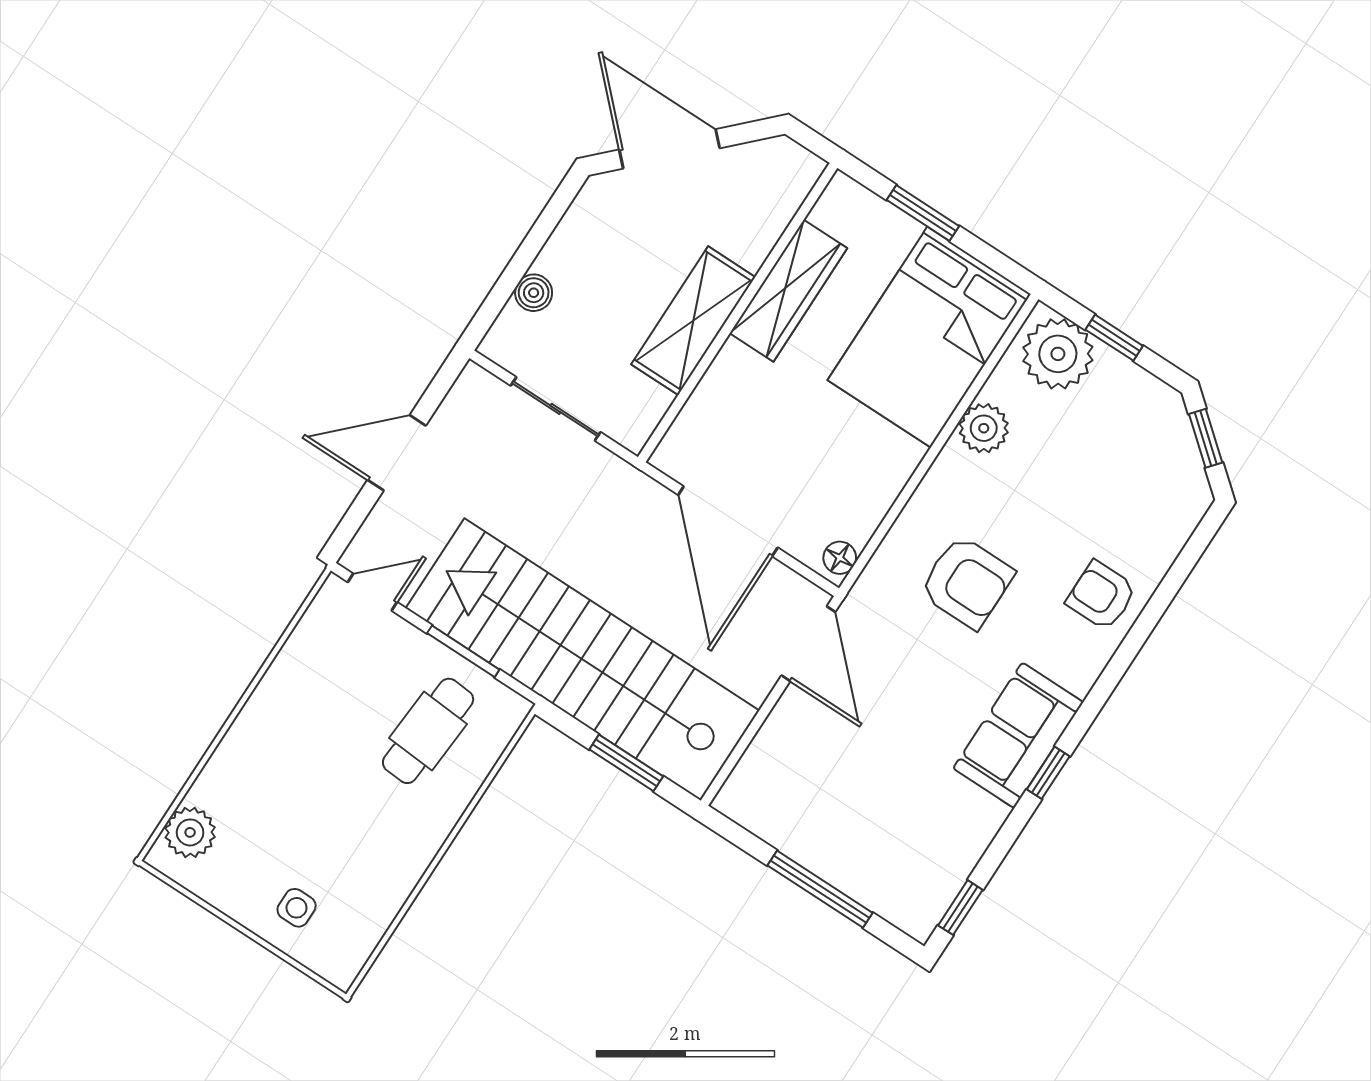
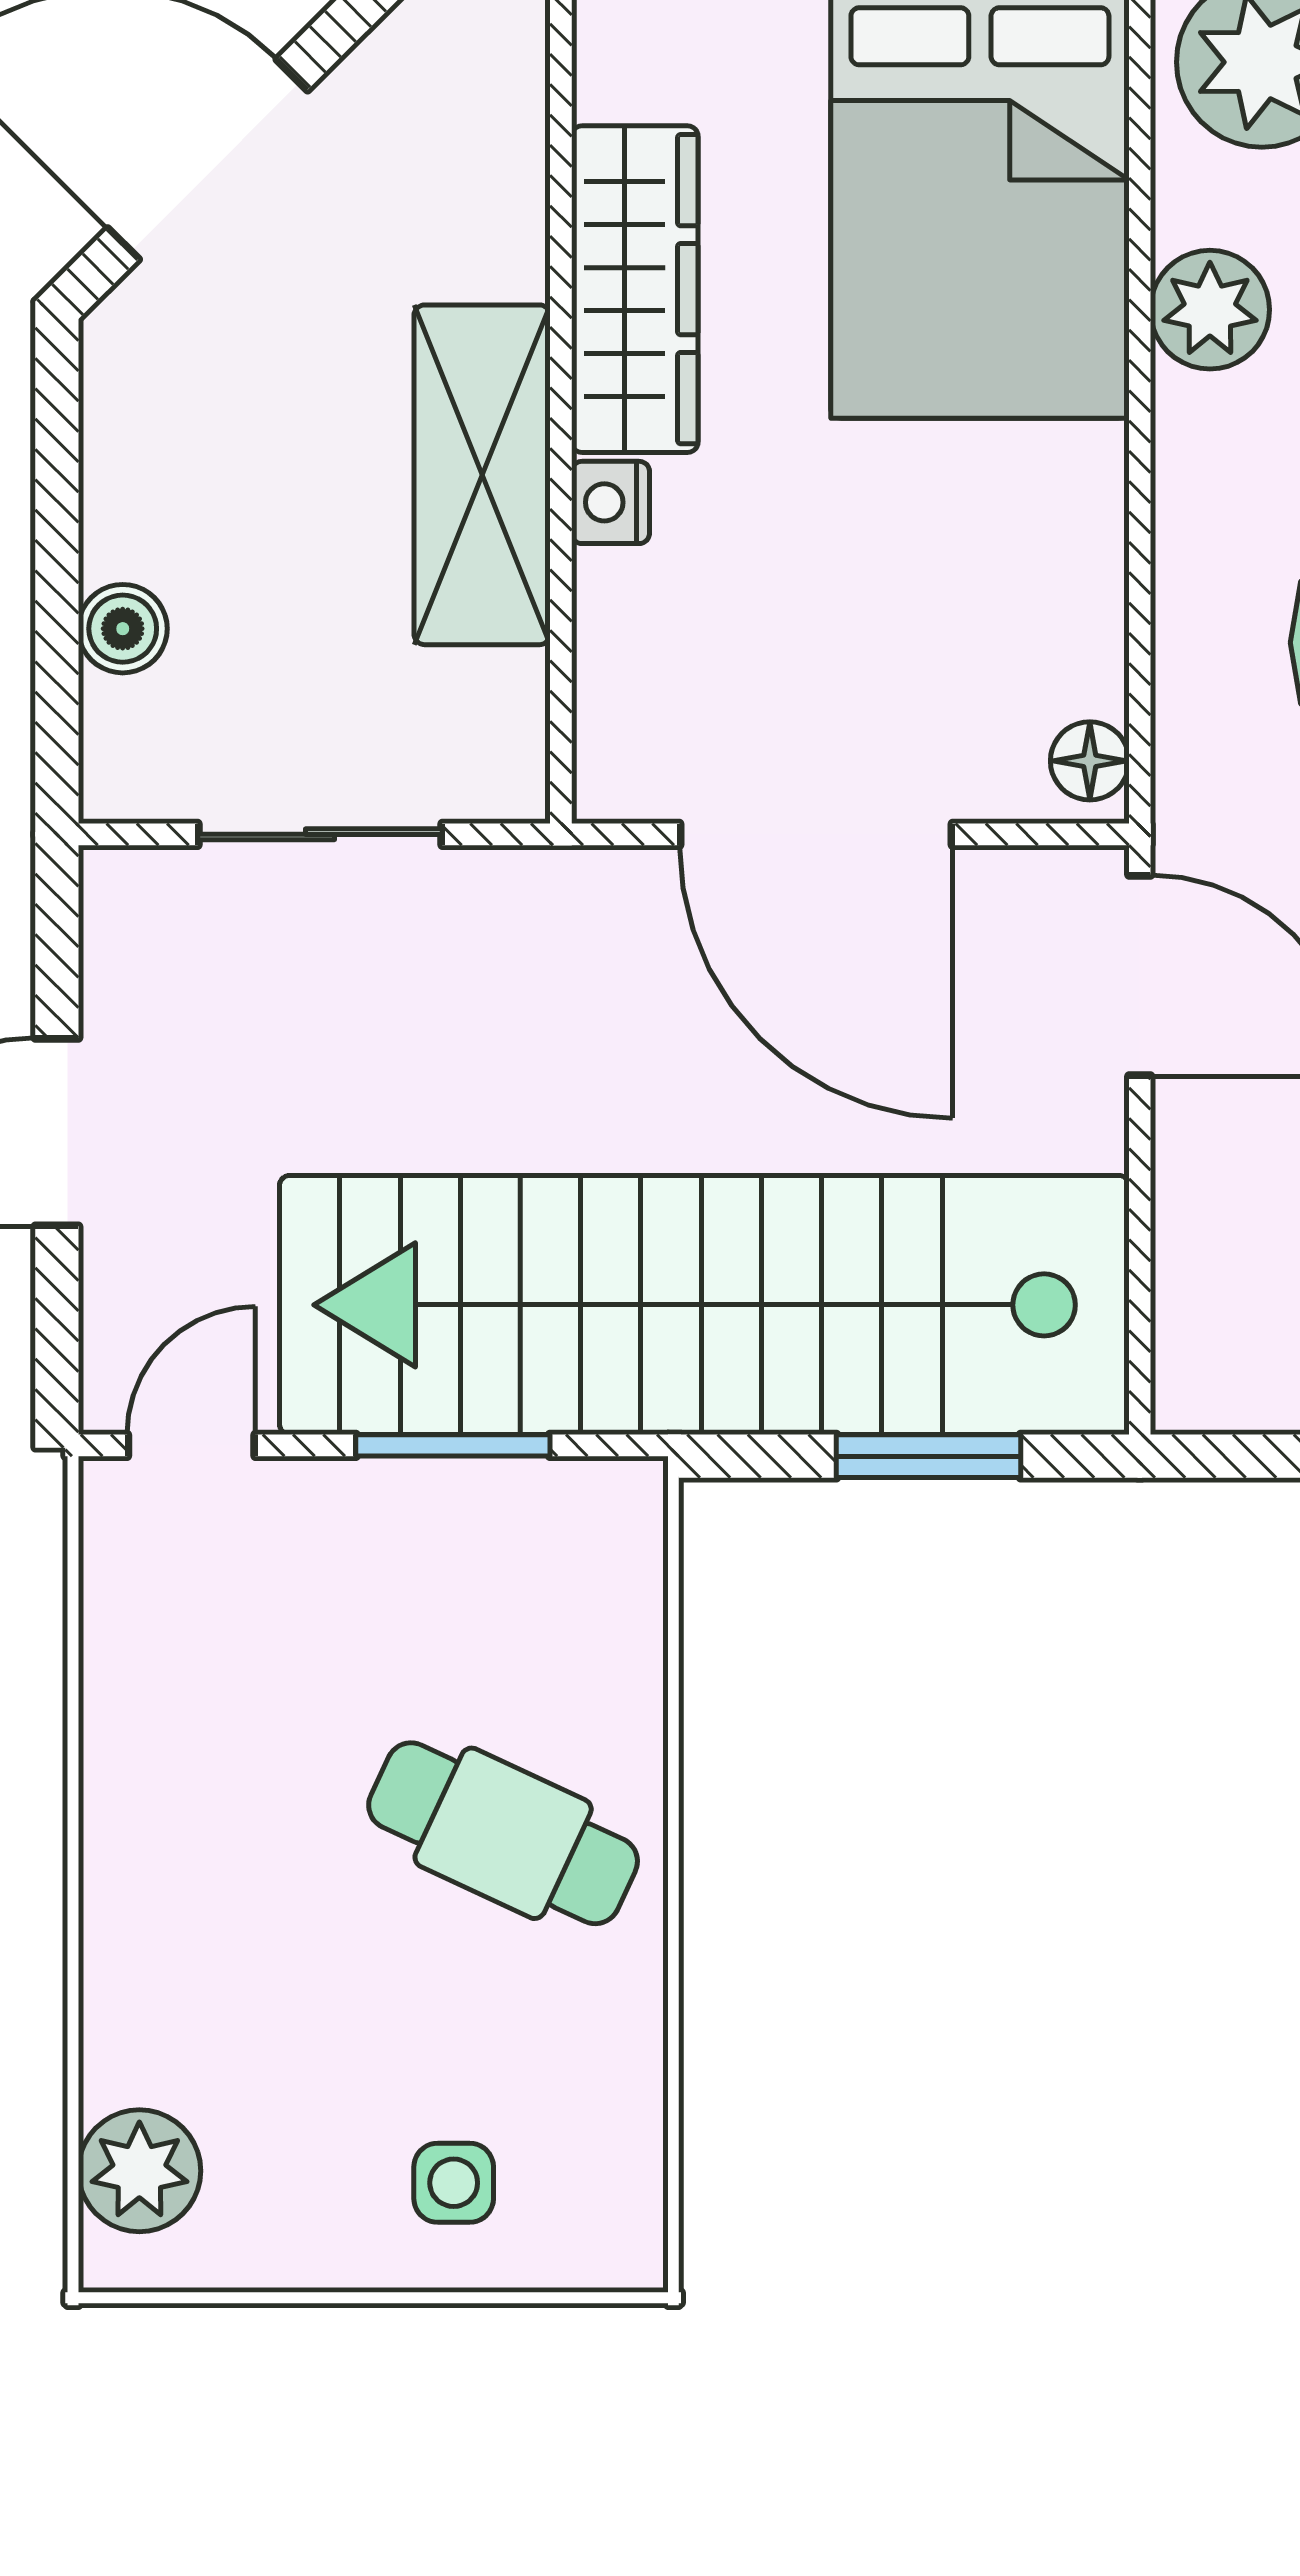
nightstand: (732, 359) -> (610, 502), added
cafe table: (428, 731) -> (503, 1833), moved, turned -69

